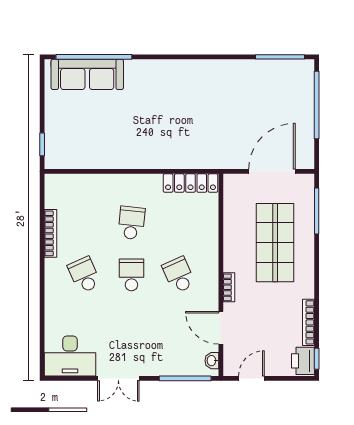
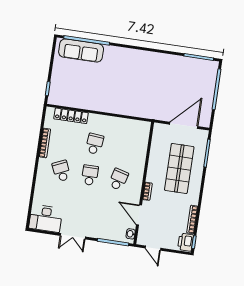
locker: (191, 183) -> (71, 116), moved
school desk: (179, 275) -> (118, 179), turned 39
door: (251, 378) -> (153, 248), swing flipped

